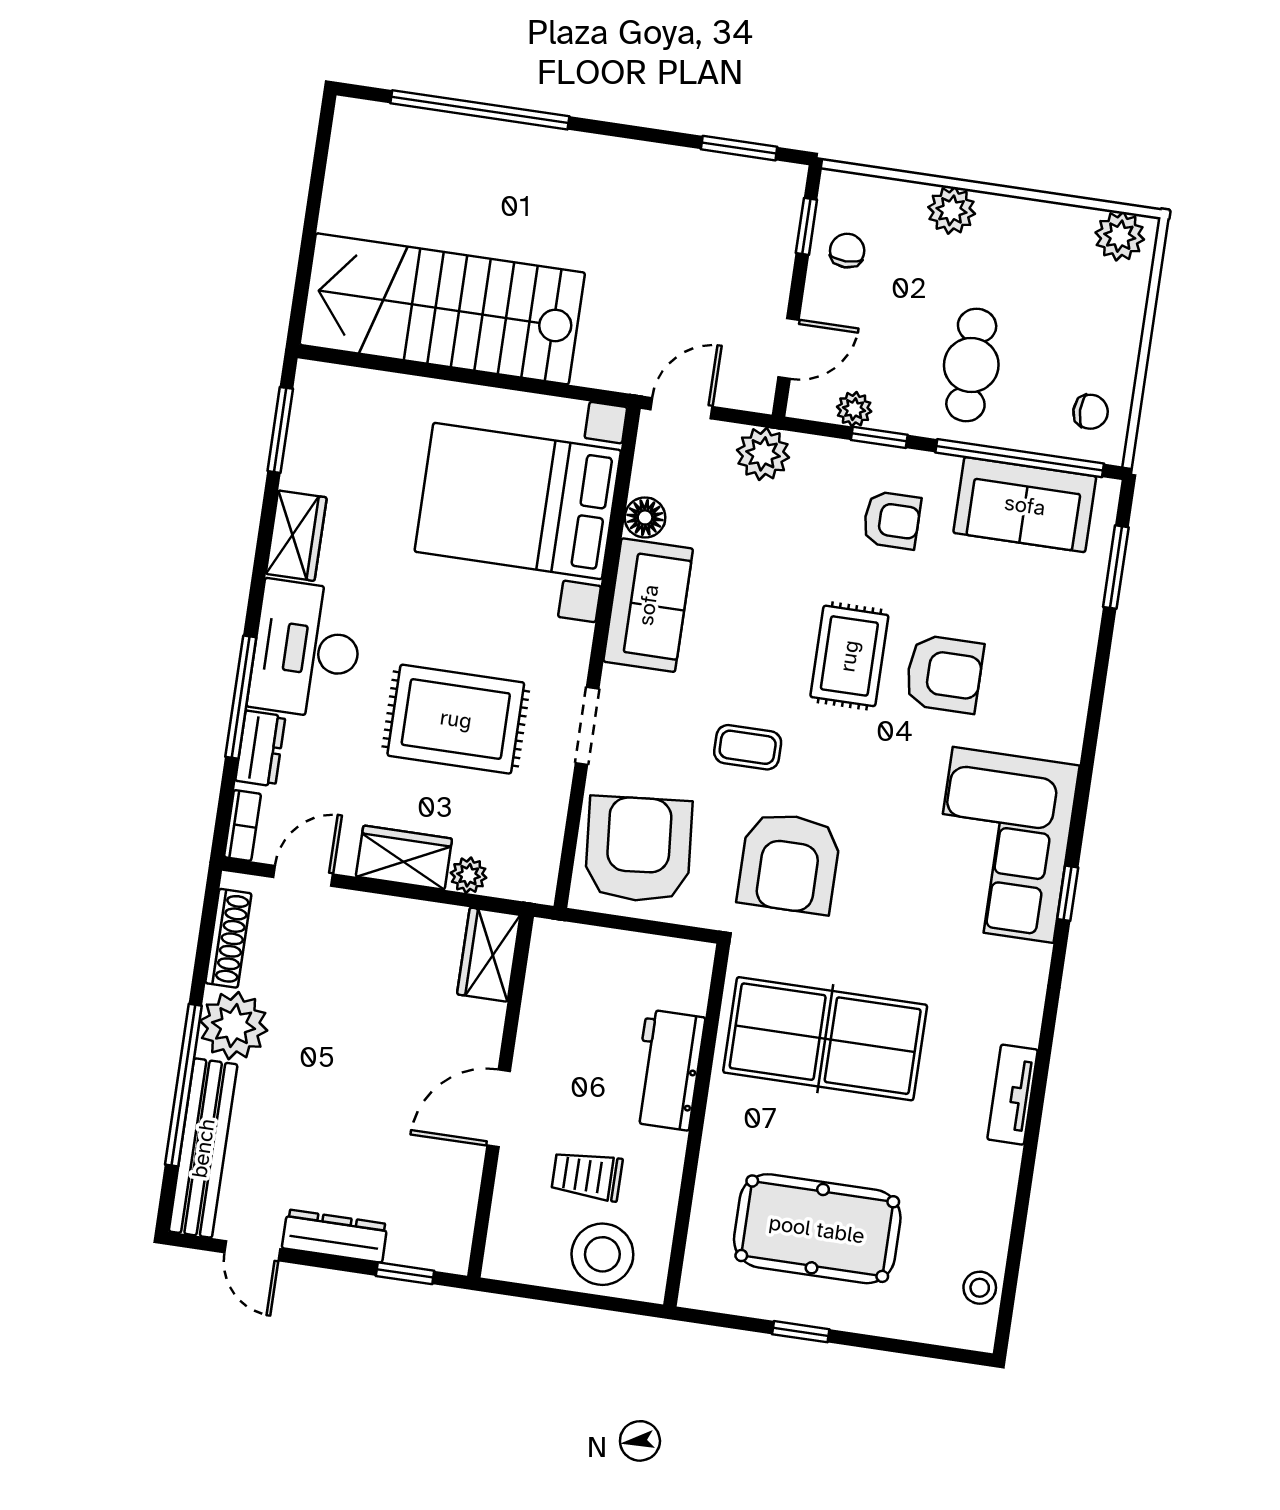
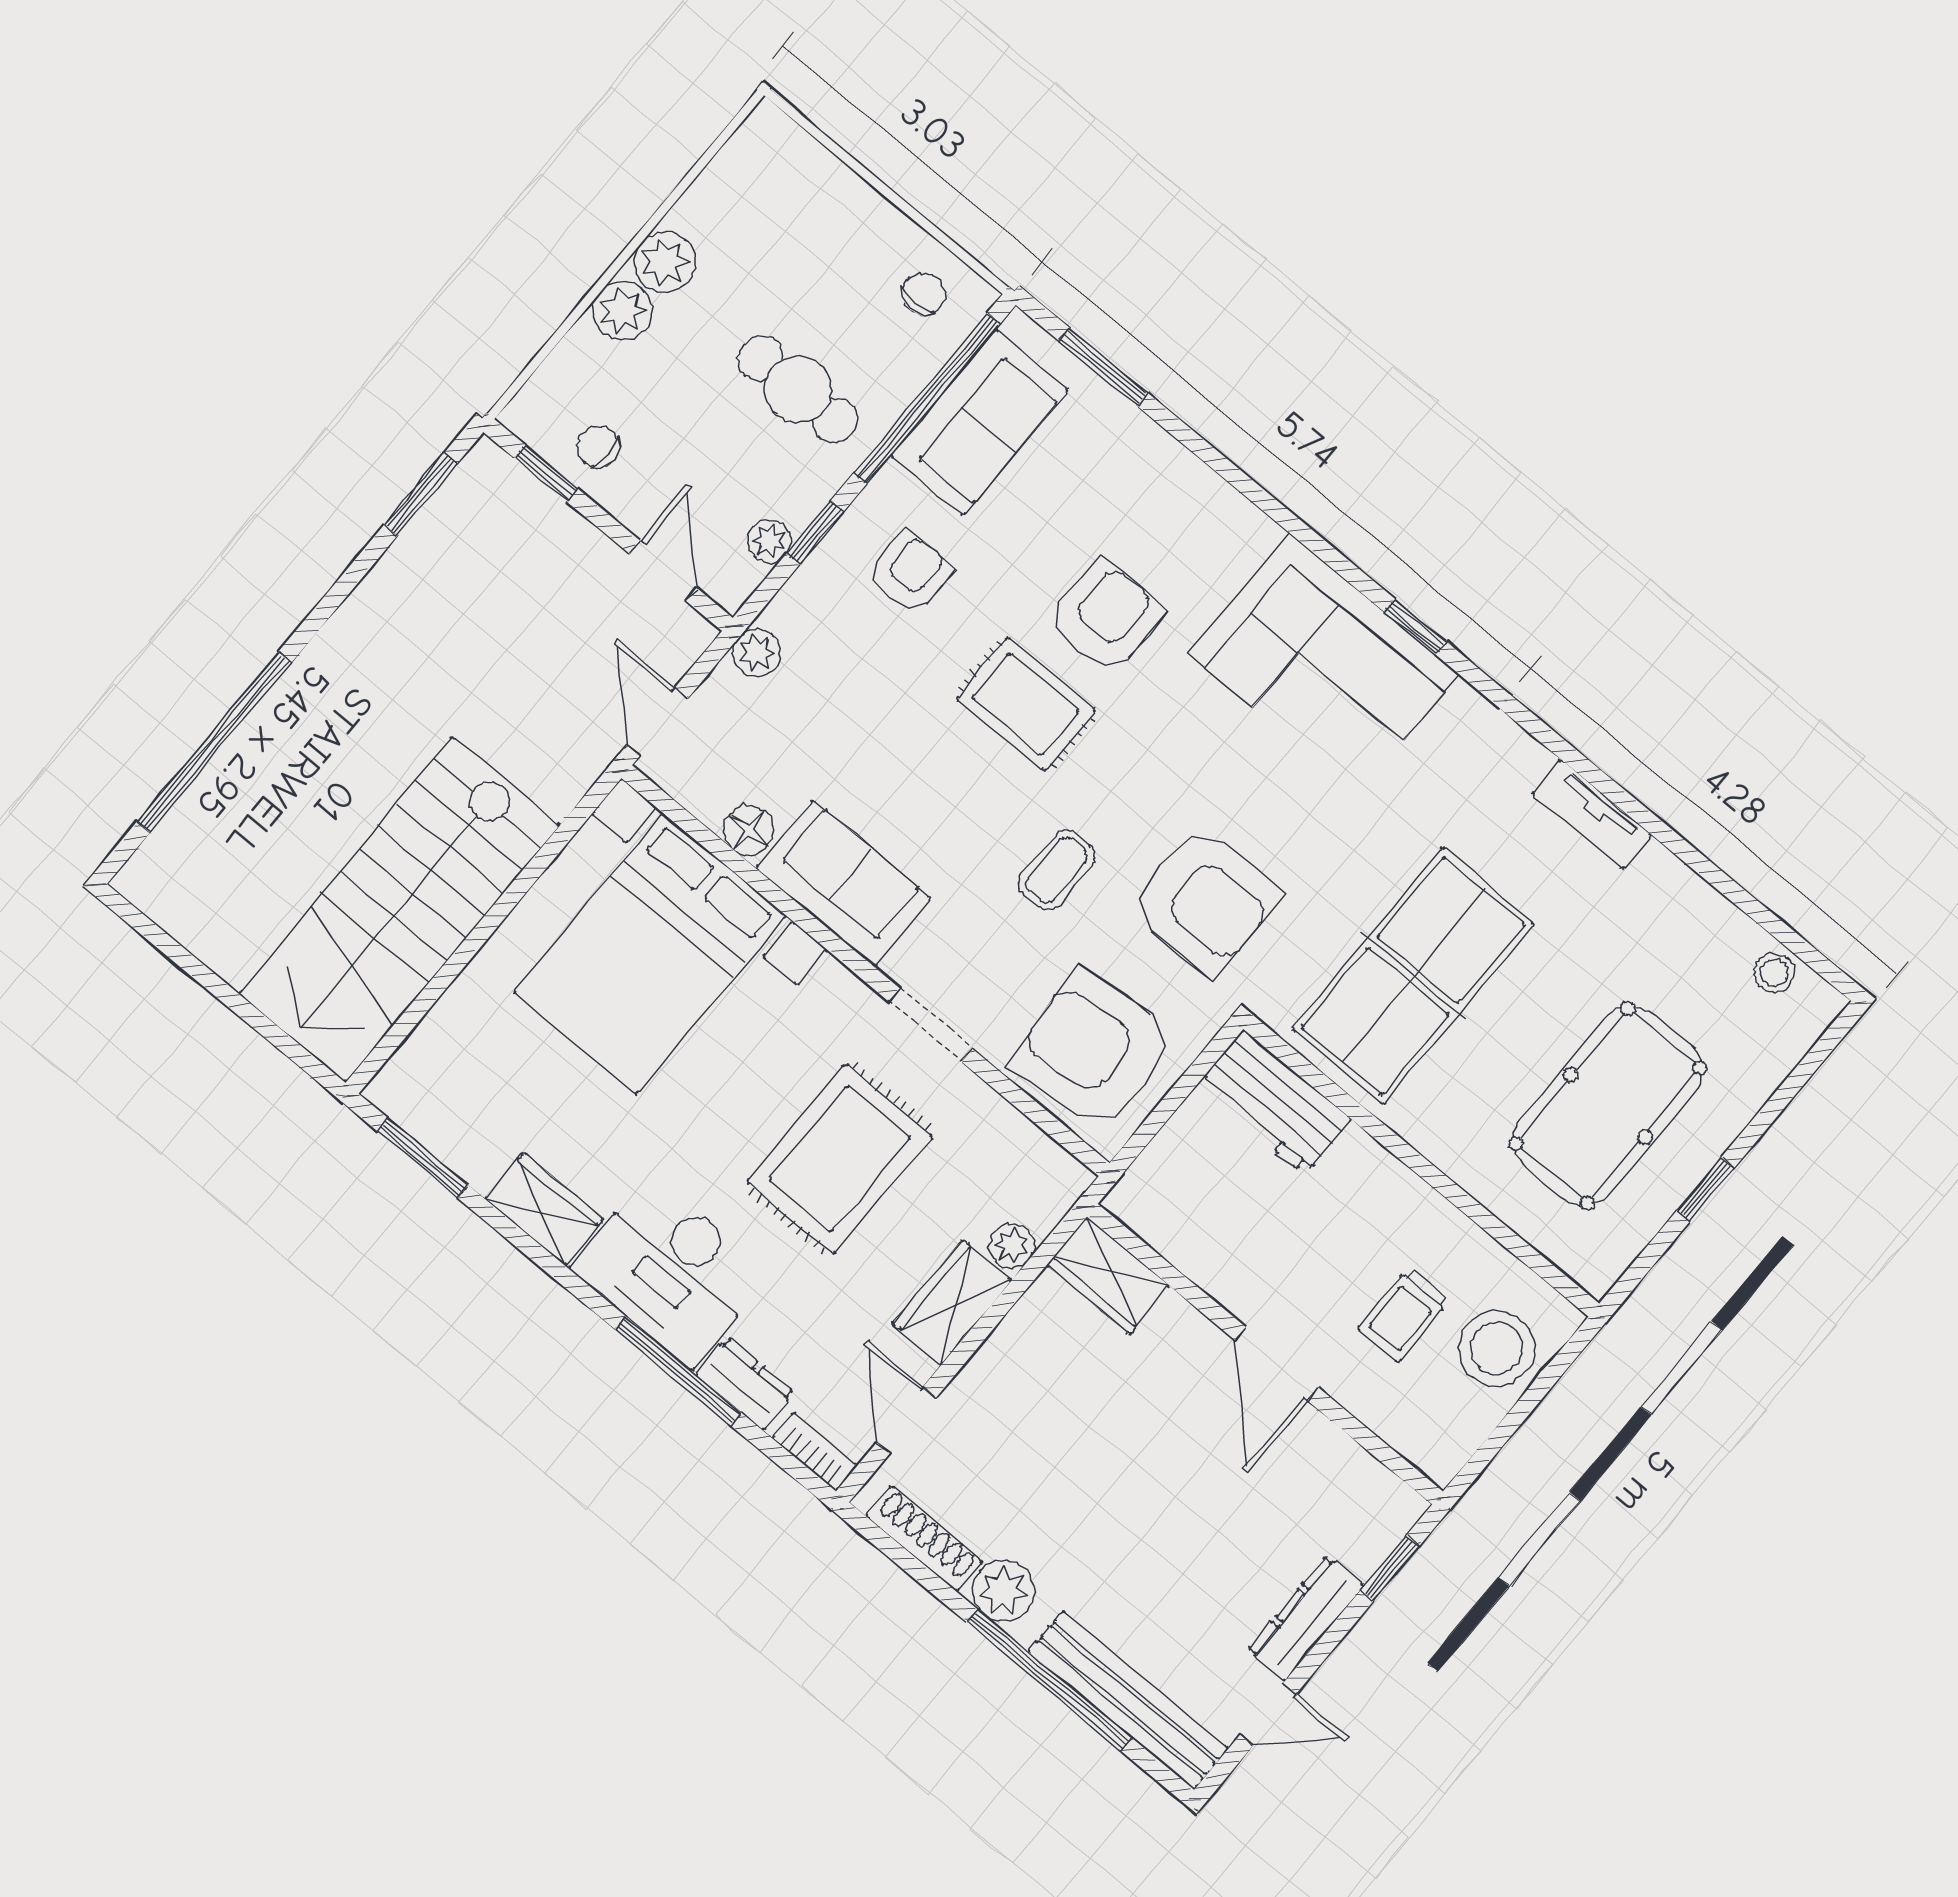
plant: (1120, 236) -> (665, 262), moved
plant: (763, 454) -> (757, 653), width x0.73, depth x0.73
plant: (234, 1026) -> (1003, 1591), width x0.73, depth x0.73
workbench: (668, 1070) -> (1274, 1102), moved

